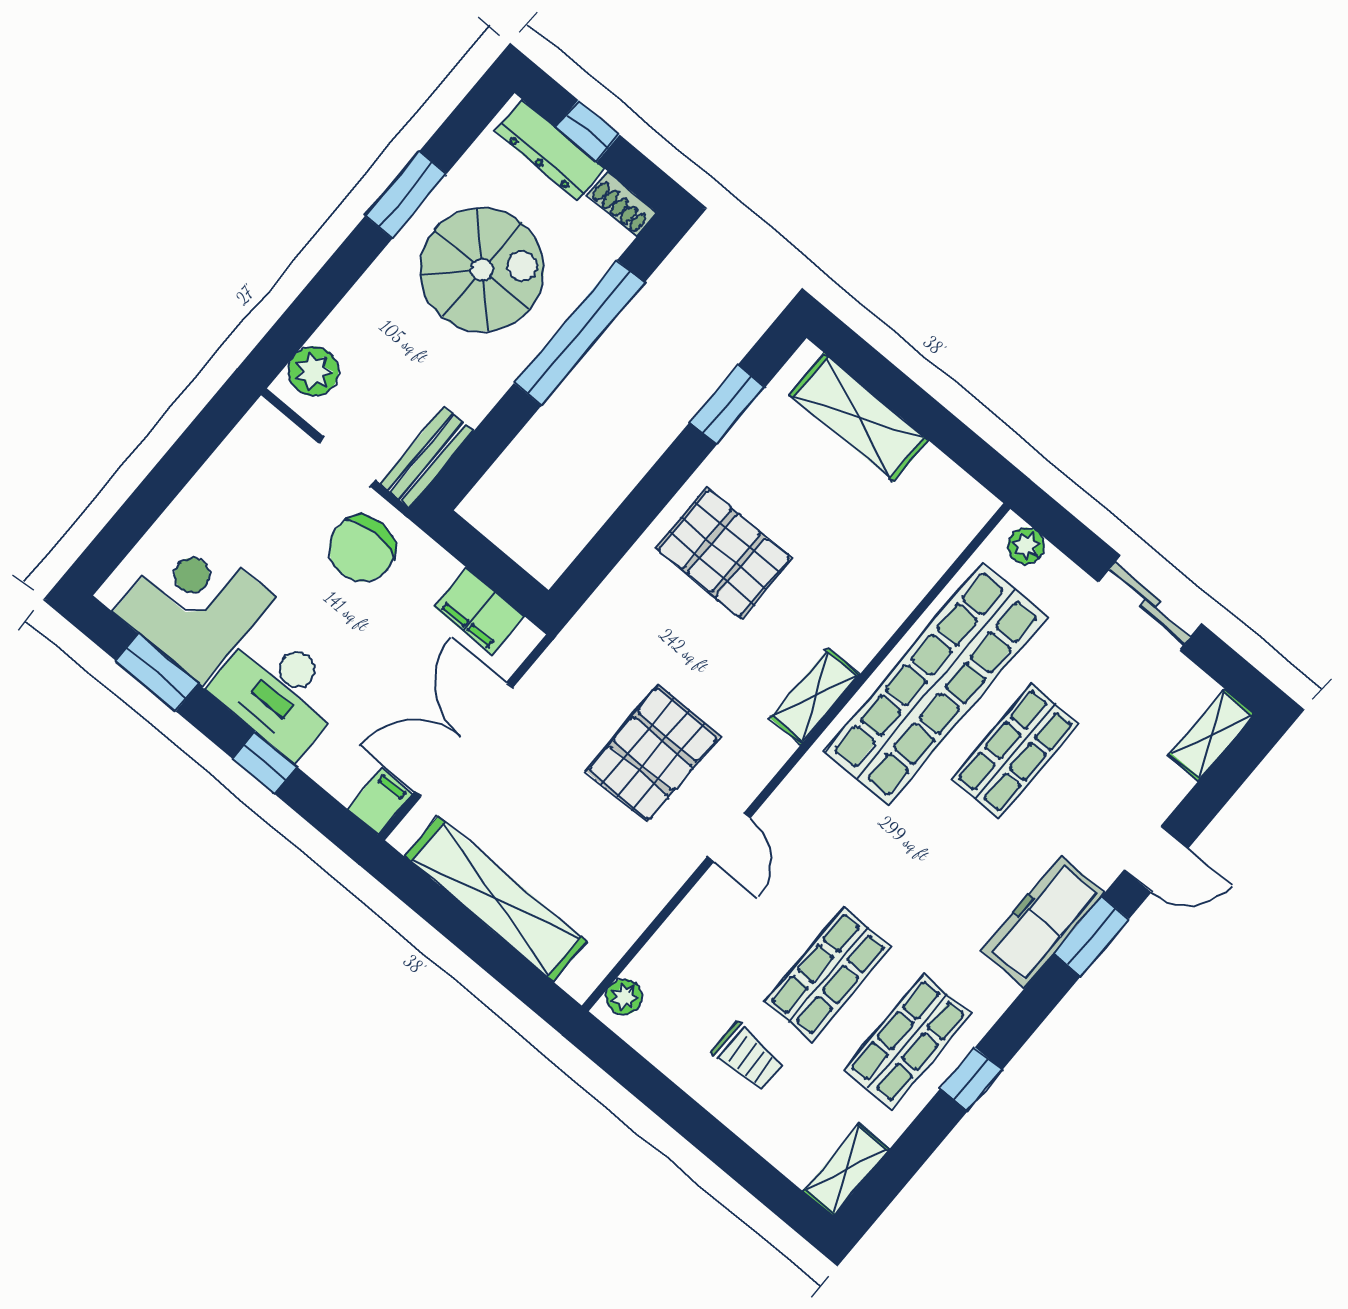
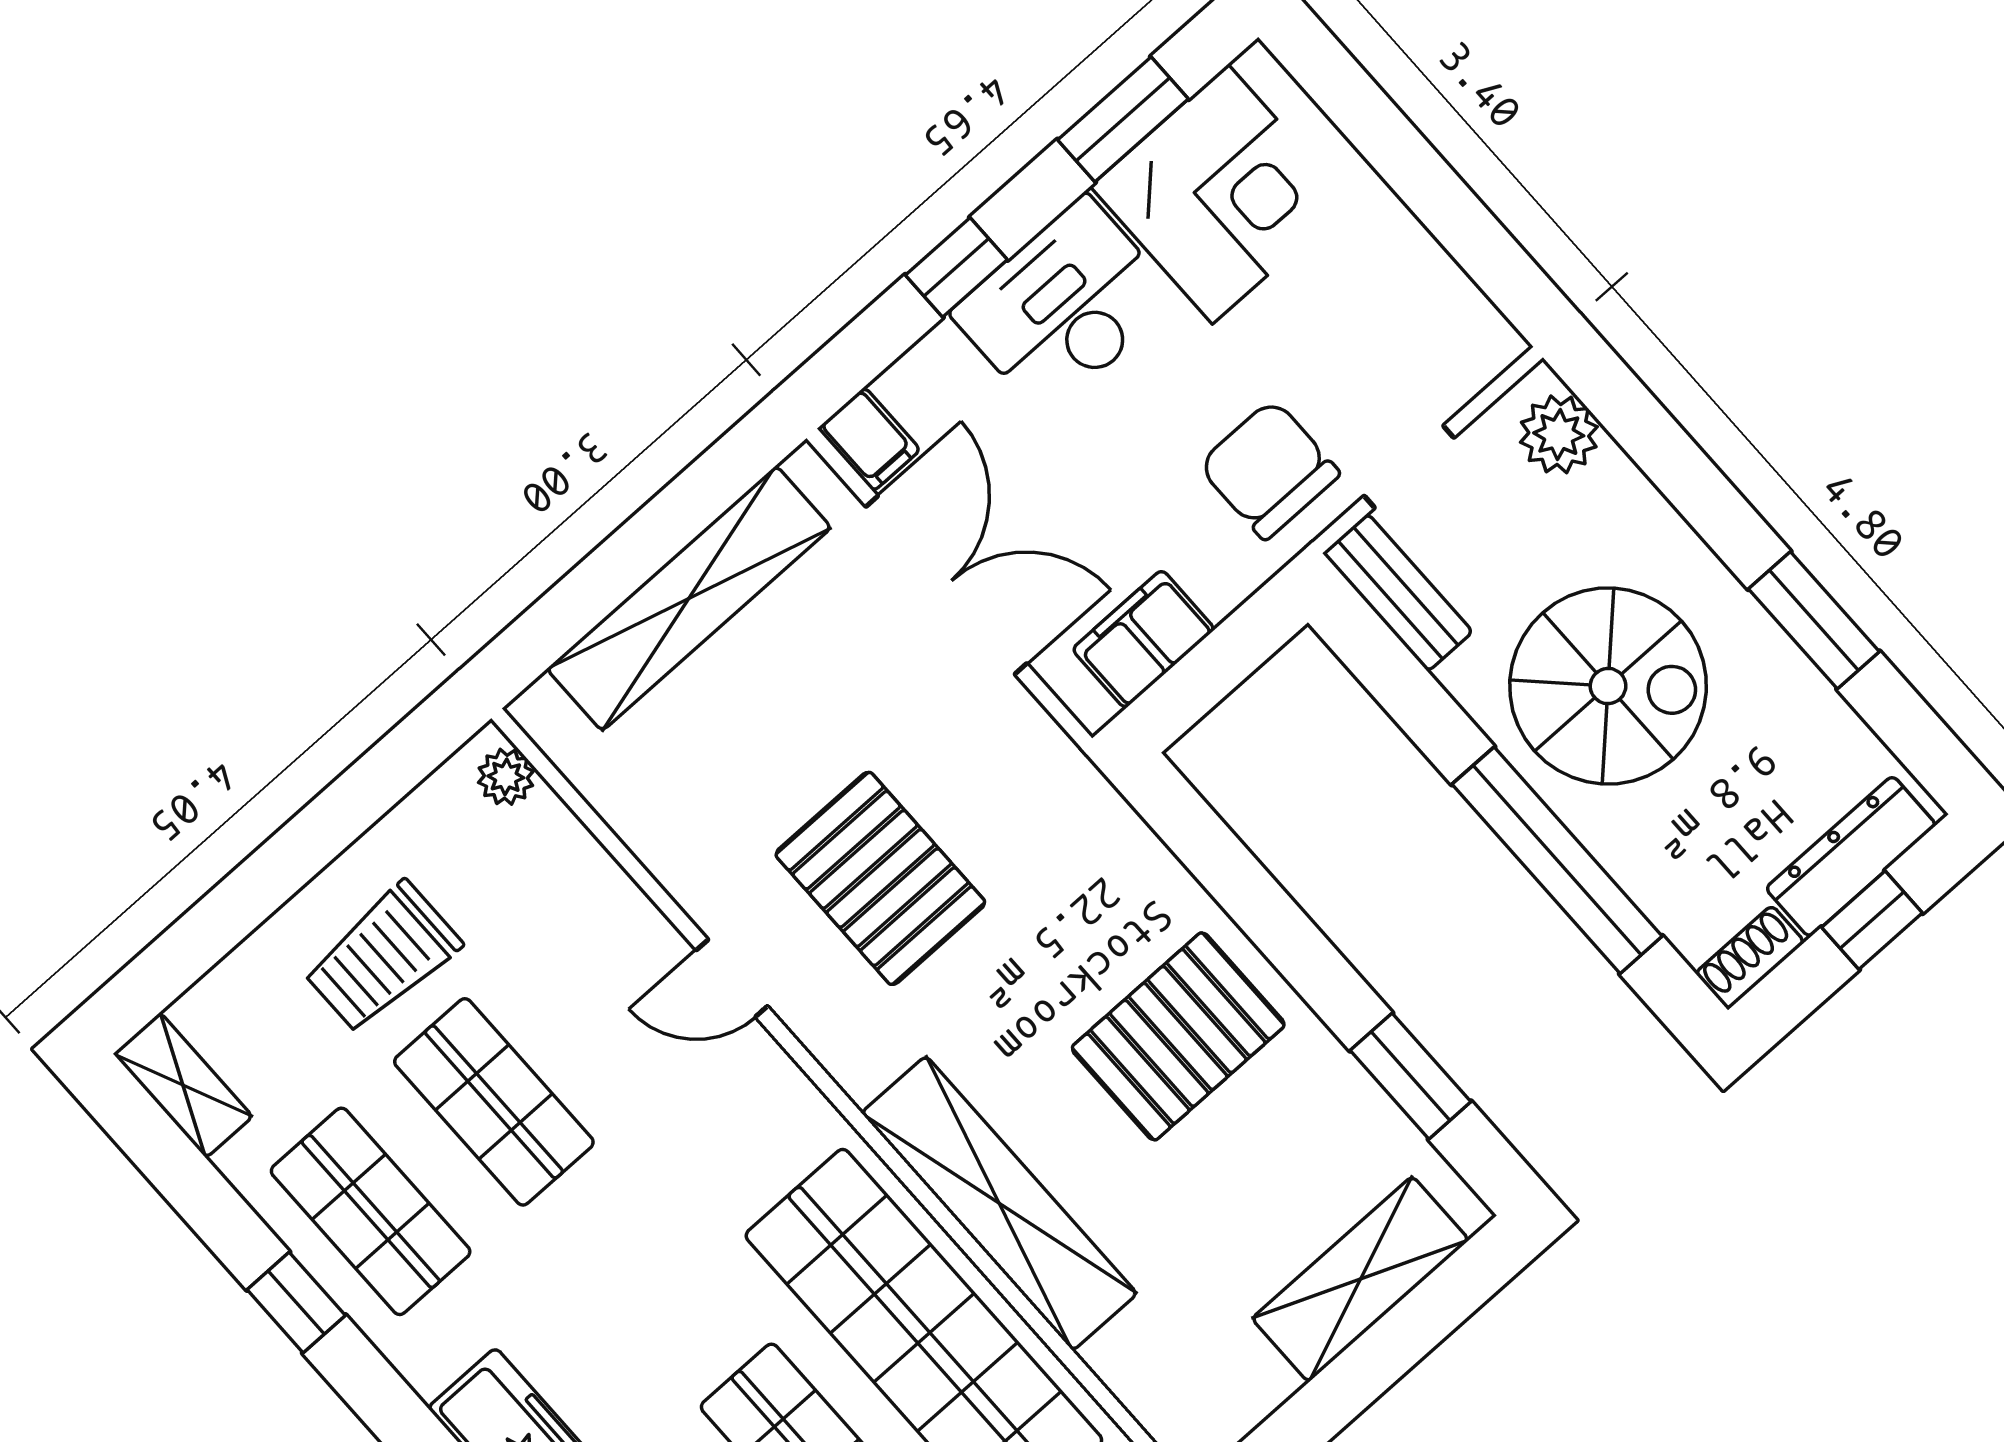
spiral stairs: (482, 270) -> (1608, 686), moved, turned -90
shelving: (815, 696) -> (999, 1203), width x2.20, depth x1.33
trolley: (748, 1057) -> (383, 957), width x1.36, depth x1.39

